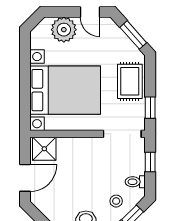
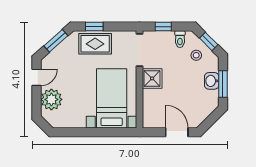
bed with nightstands: (65, 90) -> (112, 98), width x0.73
window: (150, 108) -> (94, 27), moved
shower: (44, 149) -> (152, 78), moved

